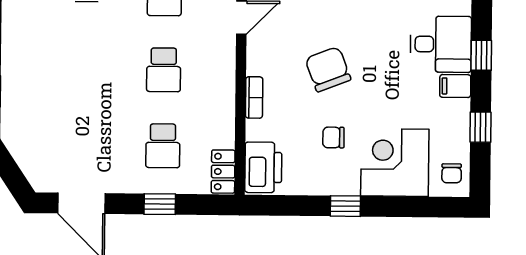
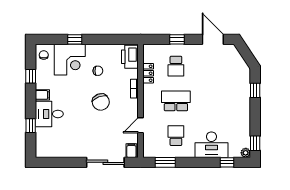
window: (481, 55) -> (31, 126), moved
school desk: (164, 70) -> (176, 101), width x1.85
school desk: (163, 146) -> (176, 66), turned 180
locker: (223, 172) -> (148, 73), moved
window: (345, 206) -> (75, 39), moved

